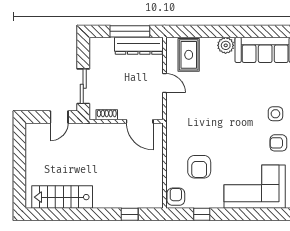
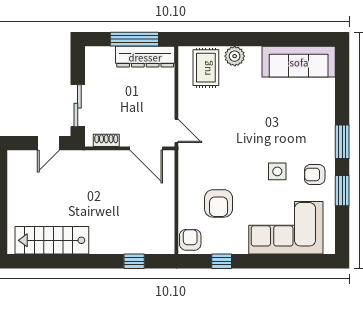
plant: (226, 45) -> (235, 56), moved
door: (165, 83) -> (176, 131), moved
side table: (275, 114) -> (277, 171), moved

